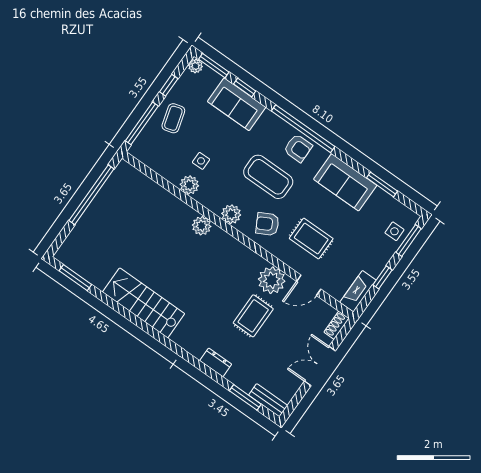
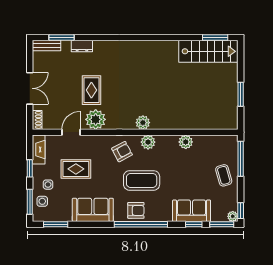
window: (169, 85) -> (241, 211), moved
armchair: (298, 148) -> (136, 210), turned 180
side table: (201, 161) -> (48, 185), moved
window: (382, 184) -> (56, 224), moved
window: (91, 195) -> (241, 94), width x0.47
plant: (202, 226) -> (143, 123), moved
rug: (311, 238) -> (76, 169), moved
stairs: (144, 303) -> (208, 51), moved
dresser: (216, 362) -> (82, 46), moved

